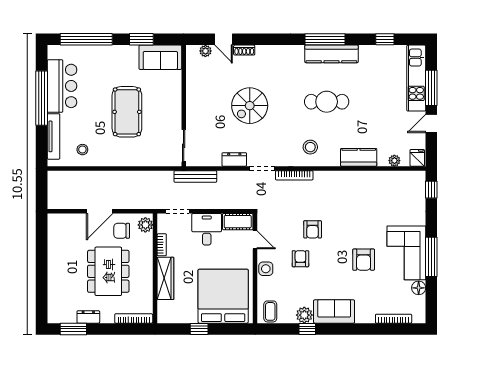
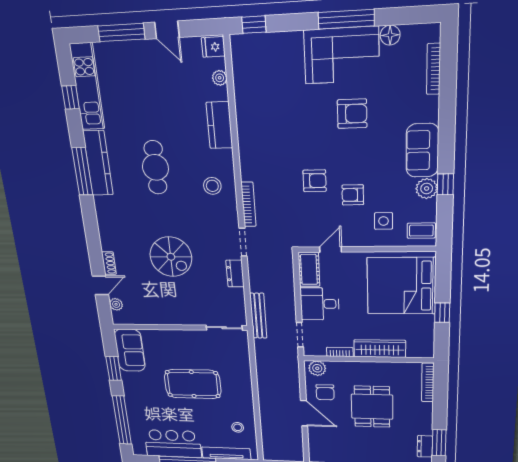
kitchen unit: (416, 78) -> (87, 87), moved, turned -90
side table: (266, 269) -> (384, 221), moved
dining table: (108, 271) -> (372, 407), width x0.73
dresser: (88, 317) -> (425, 446), moved

